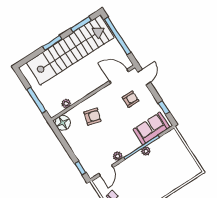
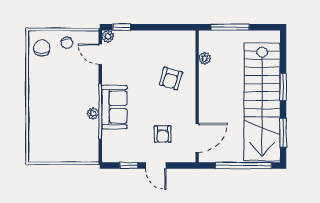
door: (144, 77) -> (156, 166), moved
floor lamp: (63, 123) -> (185, 40), removed
sofa: (152, 128) -> (114, 107), moved
plant: (118, 156) -> (108, 36), moved

